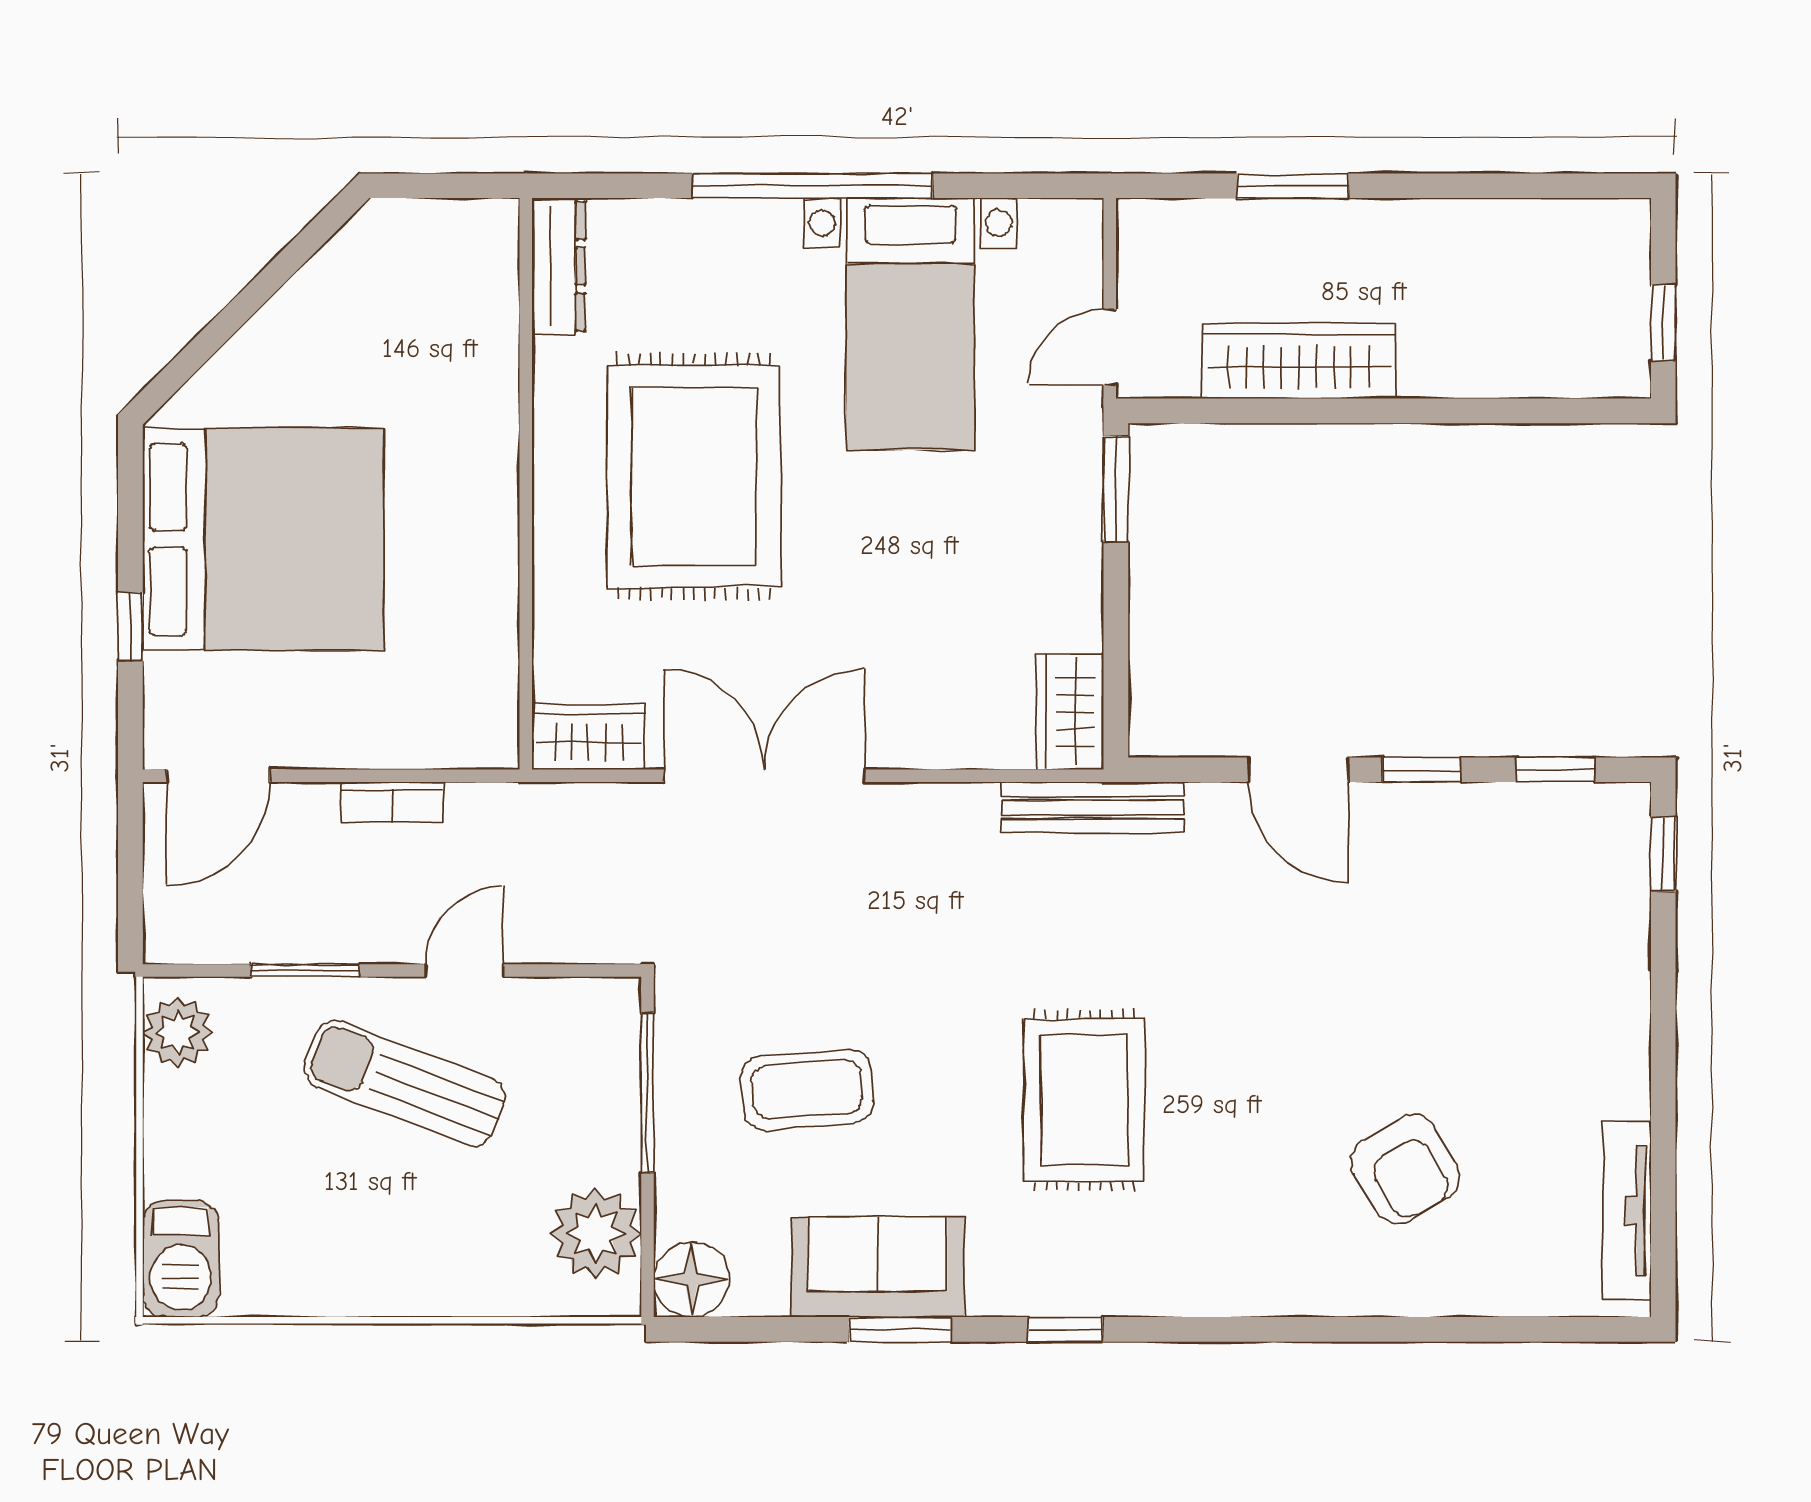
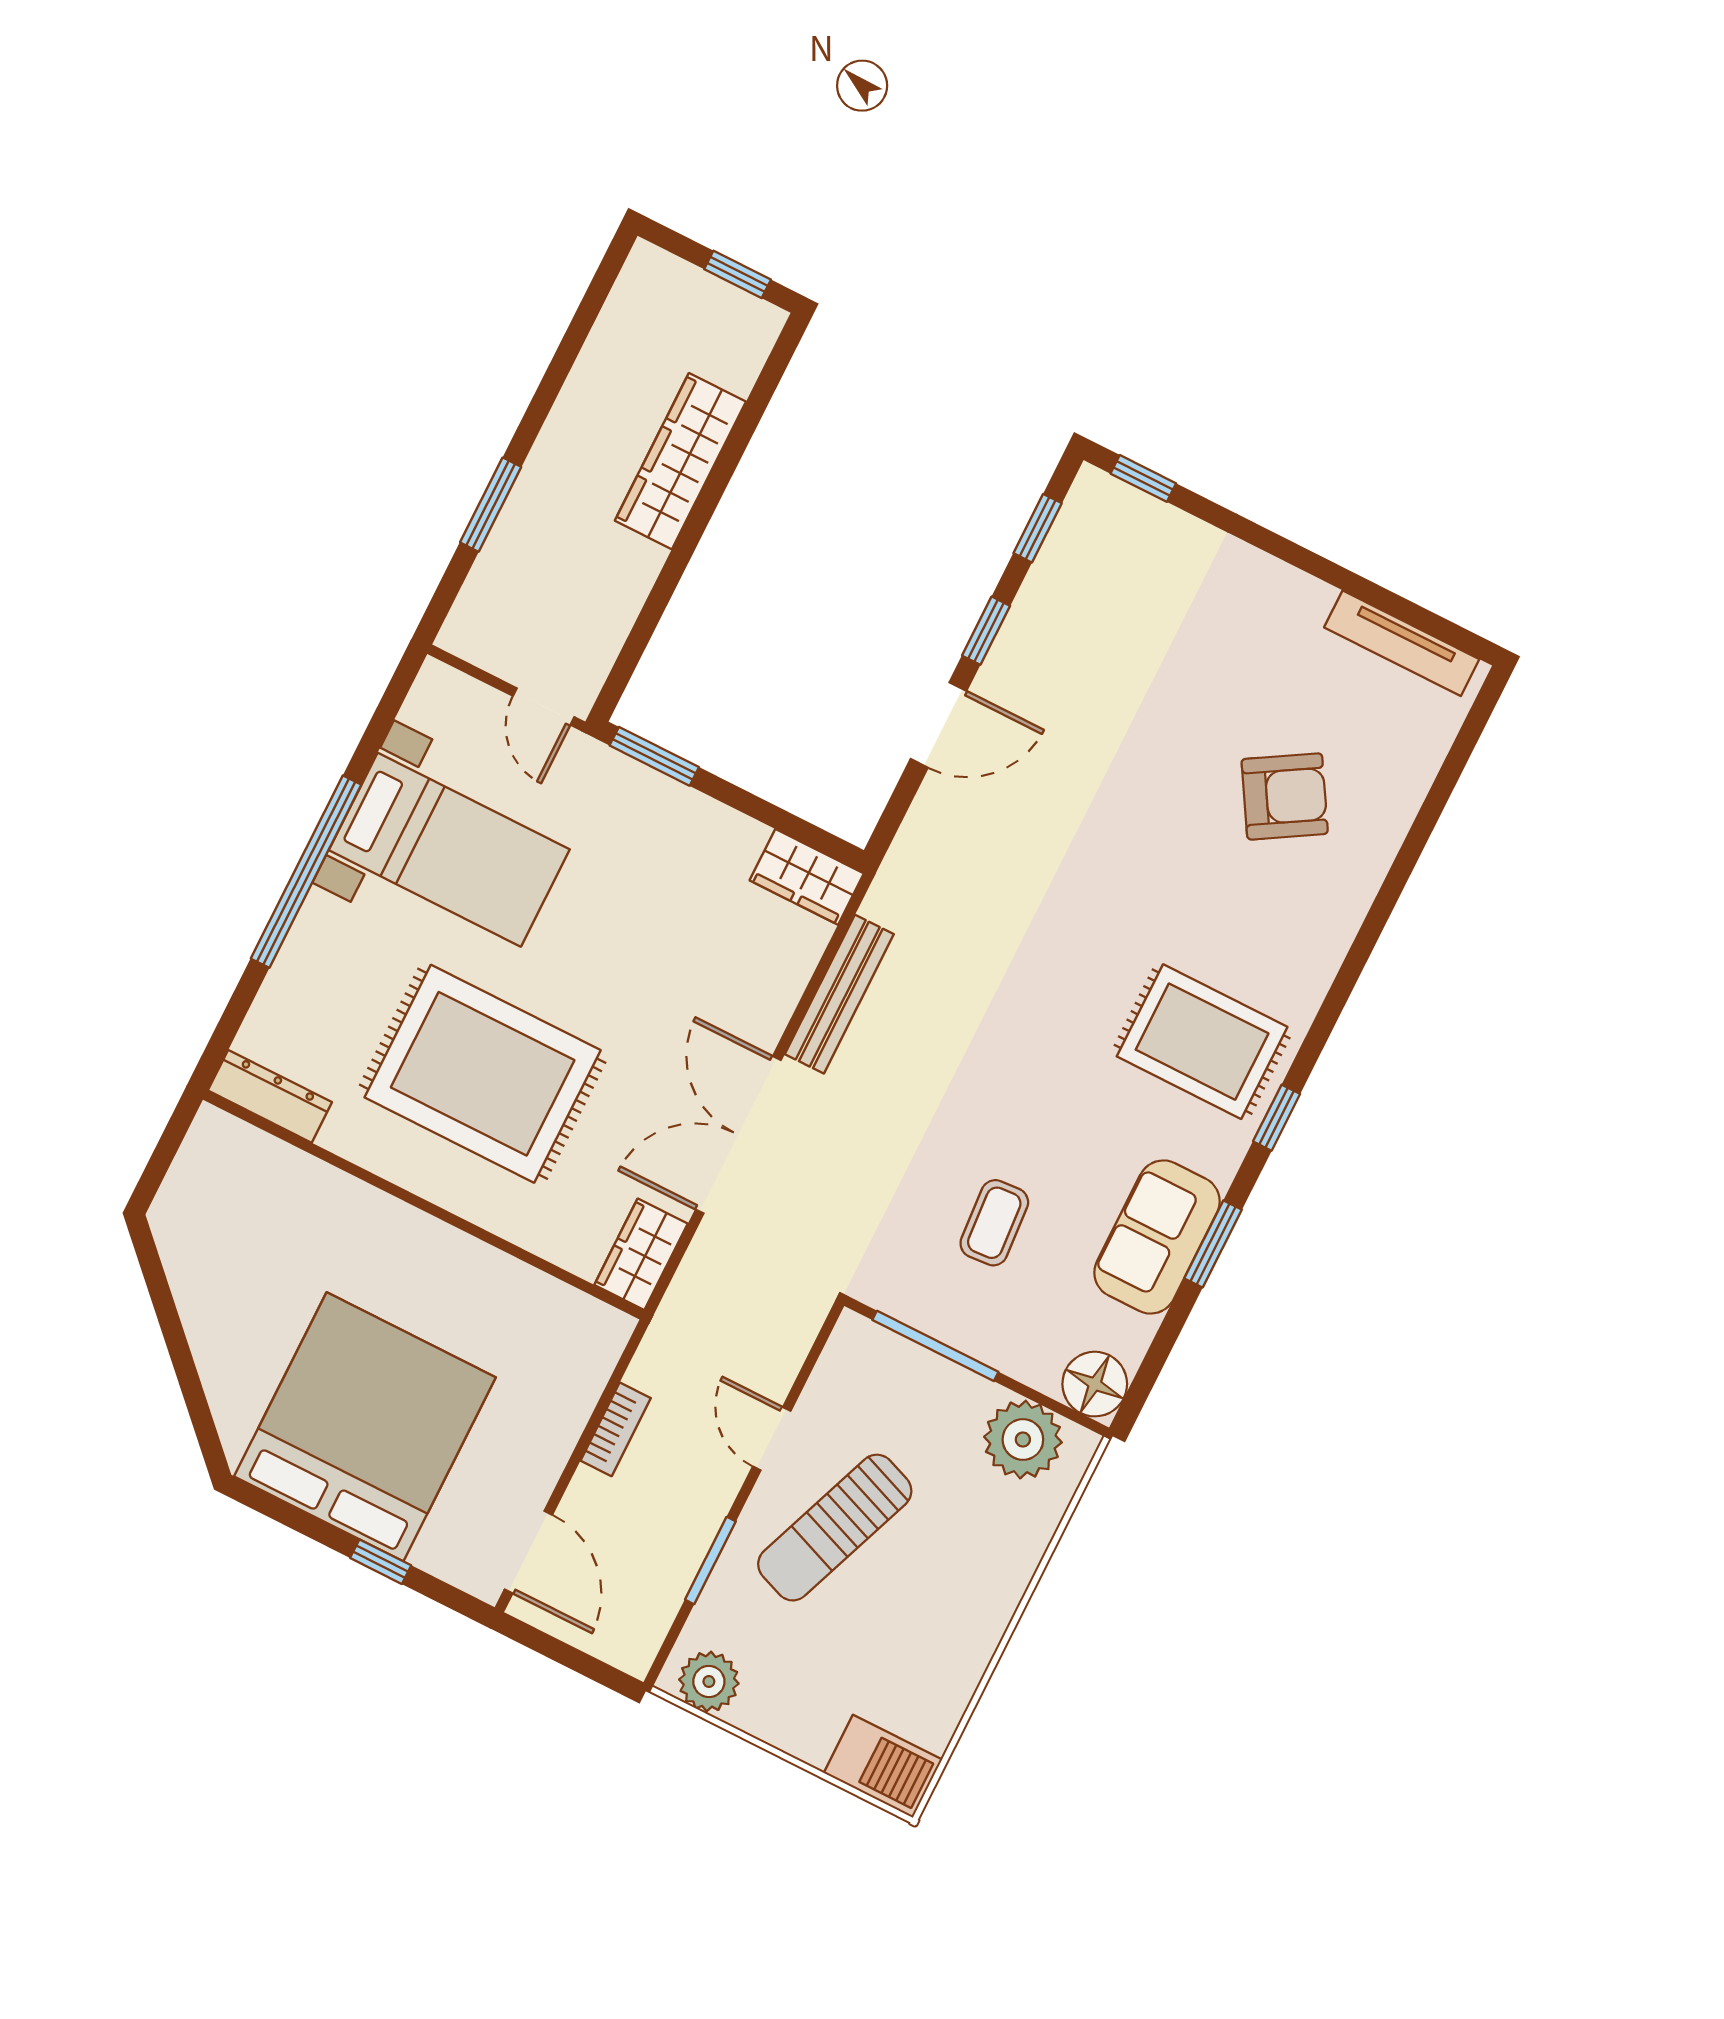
wardrobe: (1299, 361) -> (680, 461), moved
bench: (1093, 807) -> (839, 994), moved
coffee table: (807, 1090) -> (994, 1223), width x0.73, depth x0.77
rug: (1084, 1100) -> (1202, 1042), moved

